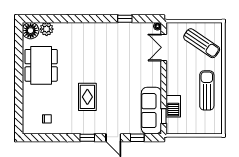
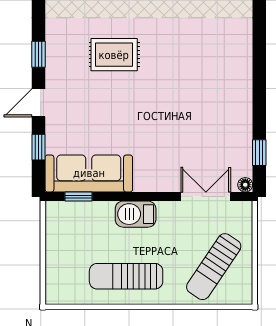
window: (125, 19) -> (259, 153), moved
sun lounger: (207, 90) -> (126, 276), turned 180
barbecue: (173, 106) -> (136, 214), moved

